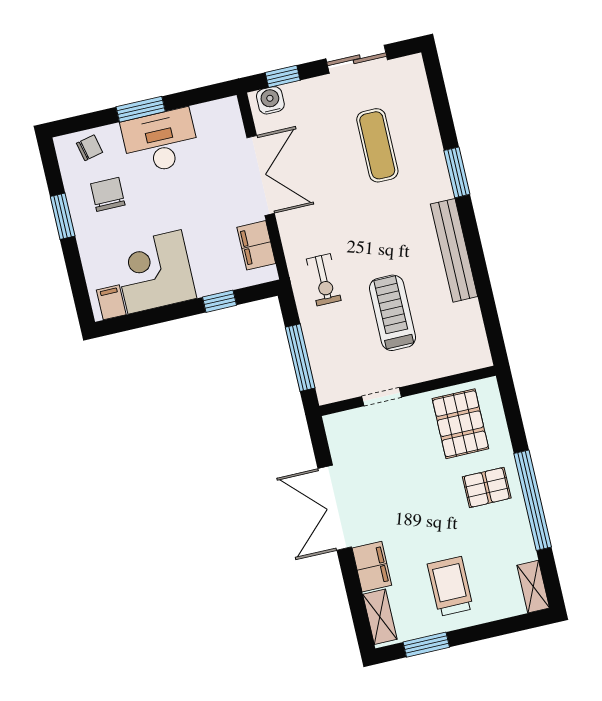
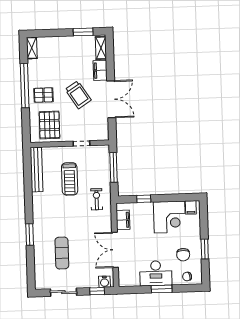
bench: (454, 250) -> (36, 170), moved
trolley: (450, 586) -> (78, 95), moved, turned -33

